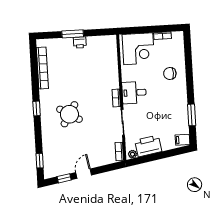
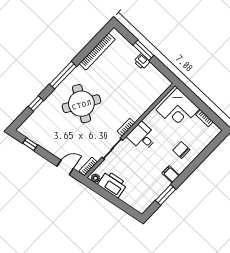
window: (37, 109) -> (63, 75), width x2.17
round table: (69, 114) -> (81, 104), width x1.36, depth x1.36
filing cabinet: (183, 140) -> (171, 174), moved
window: (40, 161) -> (36, 104), moved
door: (84, 174) -> (65, 167), moved

